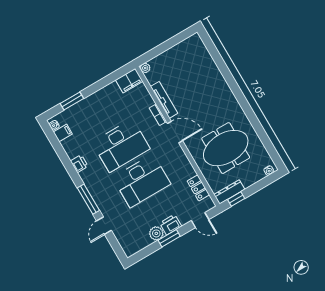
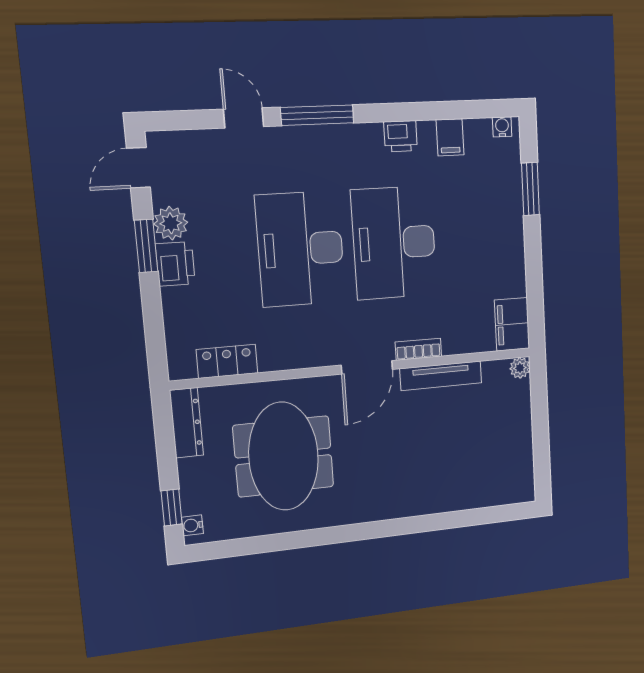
filing cabinet: (63, 133) -> (450, 137), moved
window: (236, 199) -> (172, 507), moved
door: (200, 220) -> (138, 168), moved

